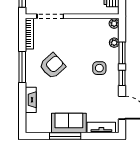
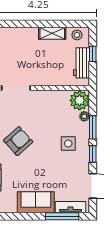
plant: (114, 24) -> (80, 100), width x1.87, depth x1.87
window: (65, 136) -> (62, 216), moved

